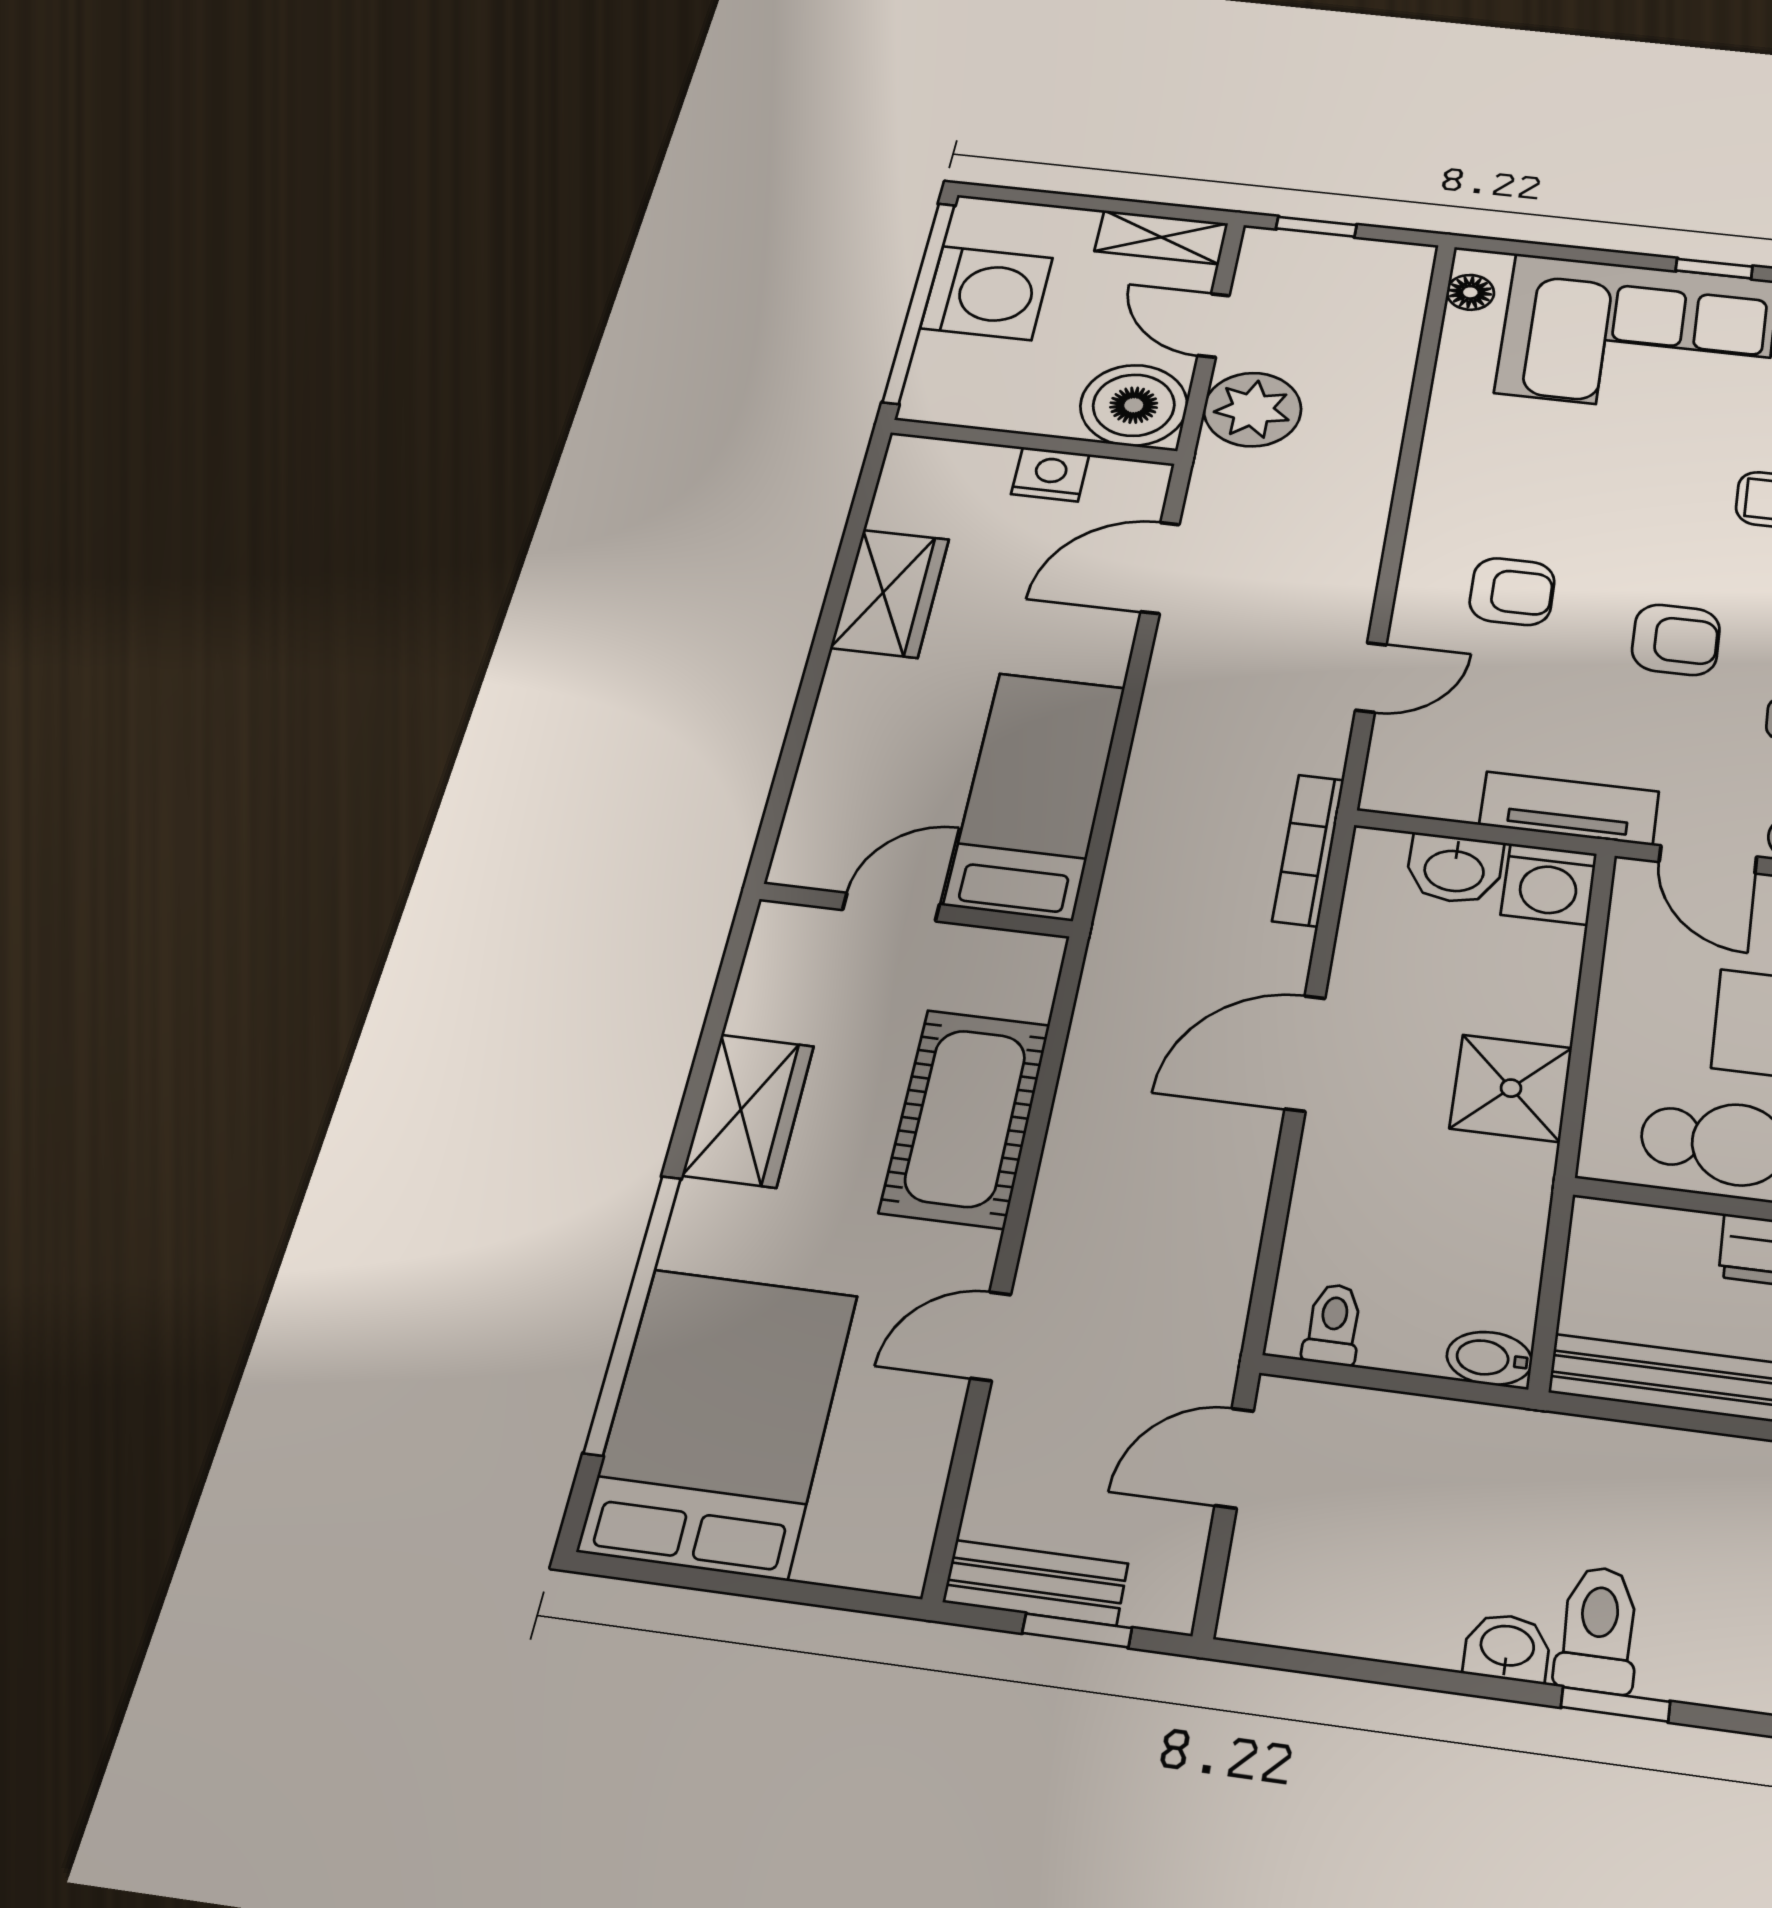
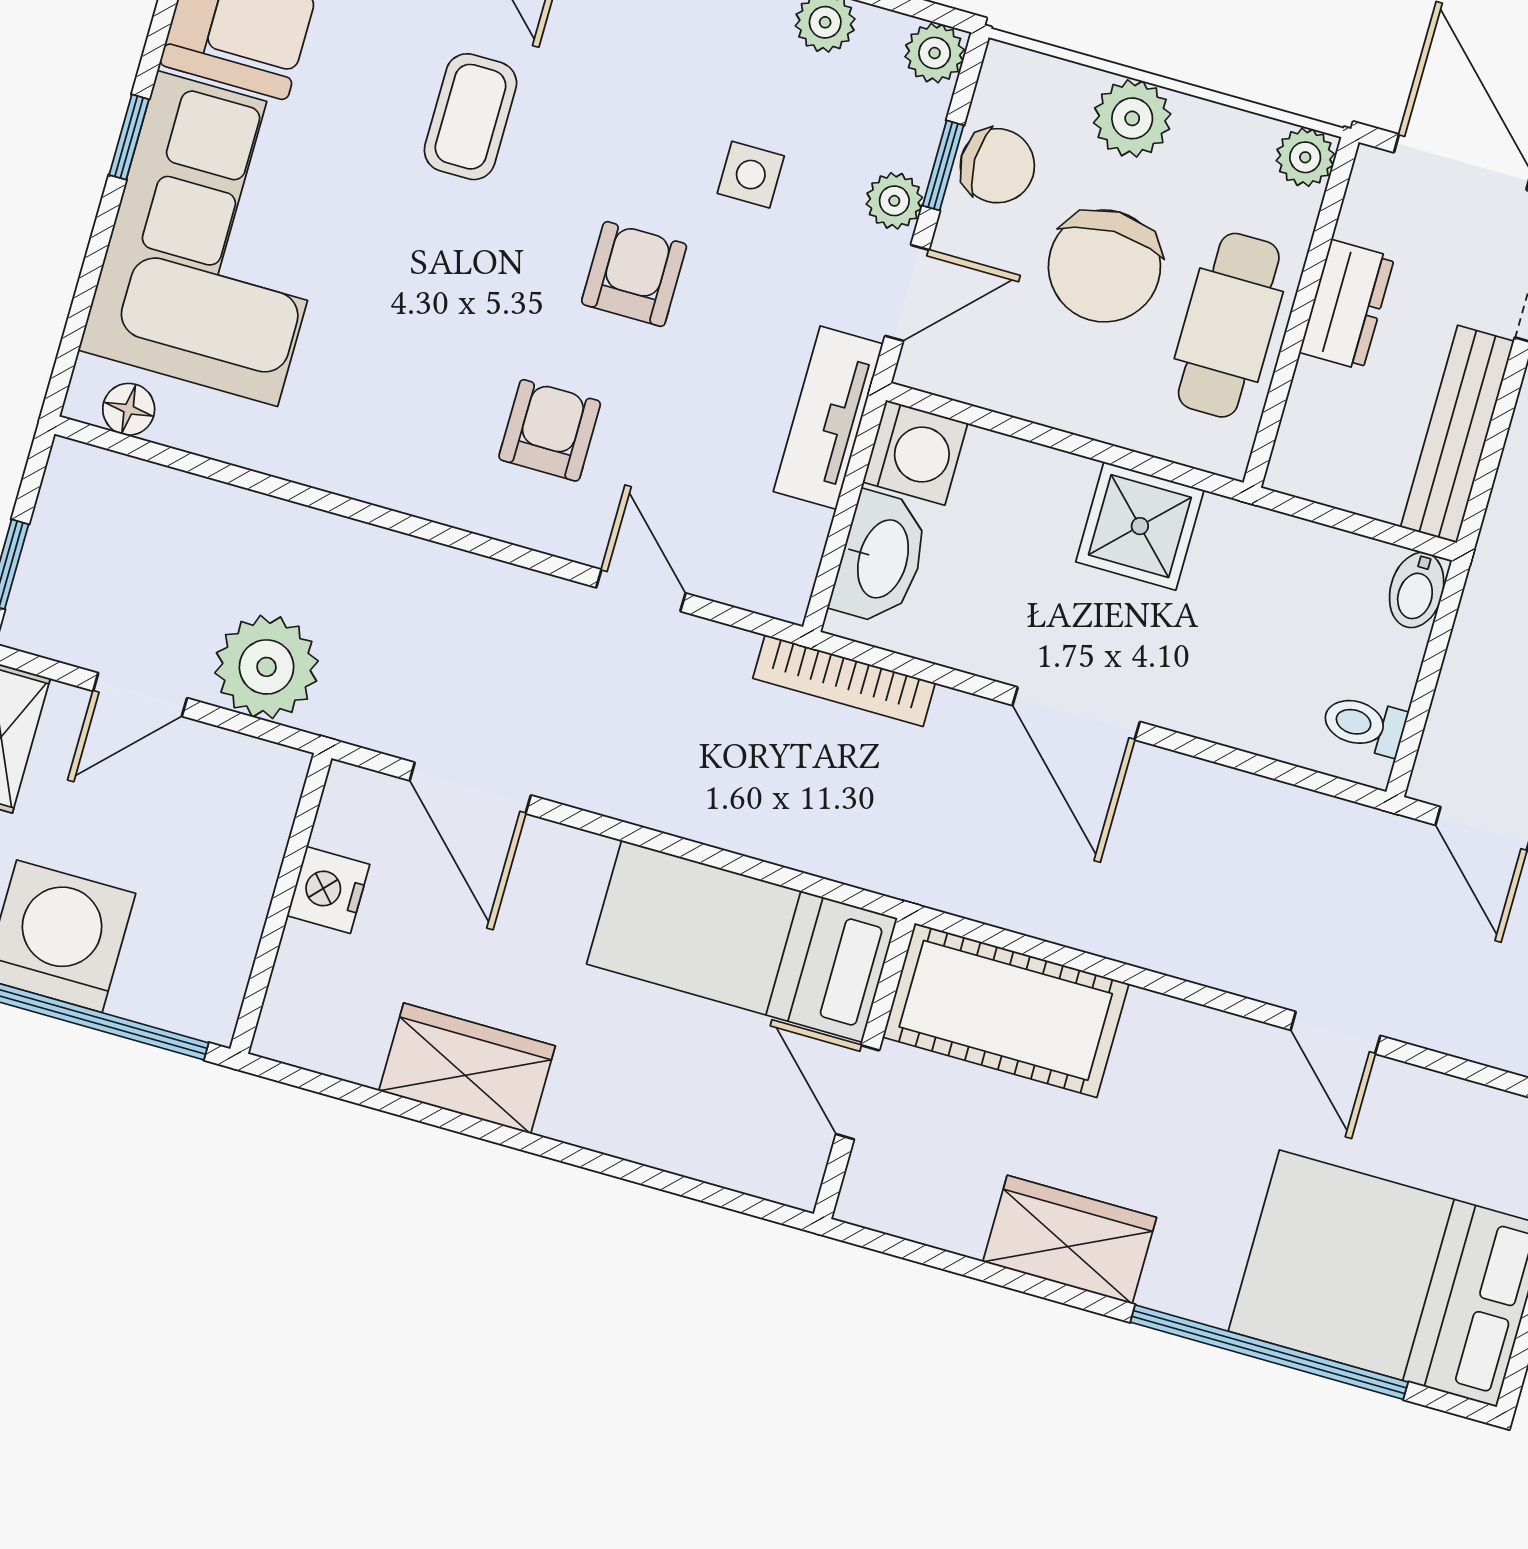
boiler: (1134, 405) -> (244, 793), removed
washbasin: (1454, 869) -> (881, 558), width x1.38
cot: (965, 1118) -> (1006, 1010), moved

